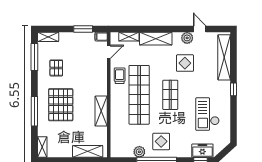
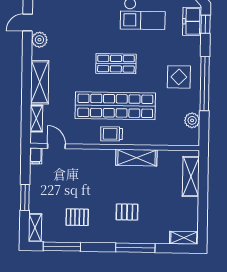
window: (83, 29) -> (25, 197), moved
display table: (185, 63) -> (73, 43), removed
trolley: (120, 76) -> (112, 134), moved
pallet: (61, 105) -> (127, 212), width x0.49, depth x0.50
plant: (139, 152) -> (192, 120), moved

